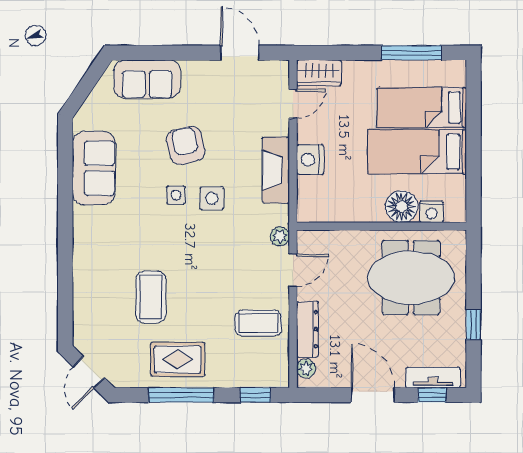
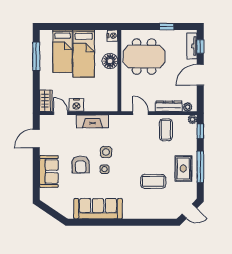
sofa: (147, 79) -> (49, 172), moved
armchair: (186, 145) -> (81, 165), turned -79
nightstand: (310, 159) -> (76, 105), moved
sofa: (94, 168) -> (98, 209), width x1.36
nightstand: (432, 212) -> (112, 36), moved
plant: (280, 236) -> (192, 119), moved
meeting table: (411, 278) -> (144, 57), turned 90

